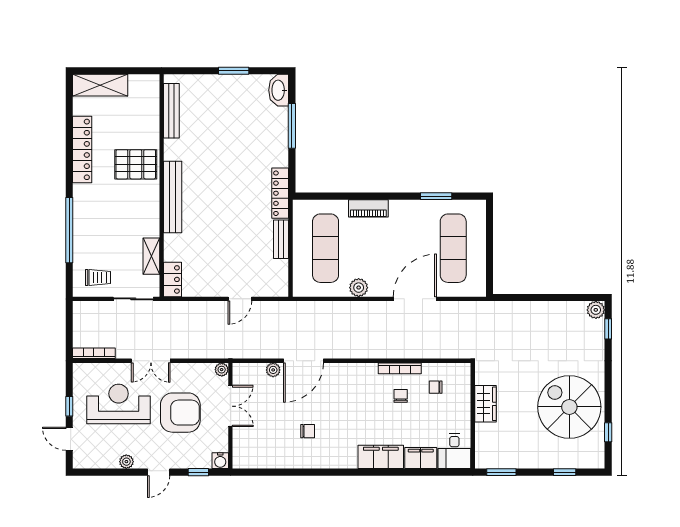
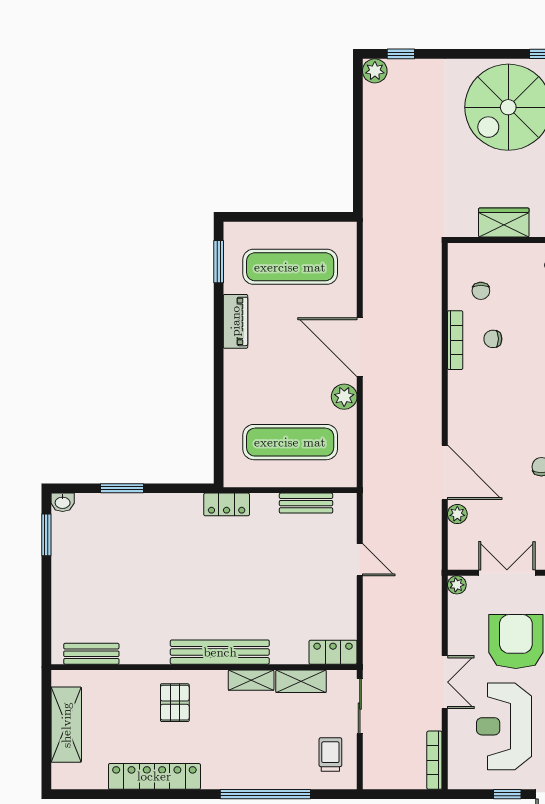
window: (234, 71) -> (46, 535), moved
shelving: (100, 85) -> (66, 725), moved
washbasin: (279, 90) -> (63, 502), width x0.52, depth x0.69
bench: (171, 111) -> (91, 654), width x0.73
window: (292, 126) -> (122, 488), width x0.69
pallet: (136, 164) -> (175, 703), width x0.67, depth x0.71
locker: (280, 193) -> (227, 504), width x0.66
window: (436, 196) -> (219, 262), moved
piano: (368, 208) -> (235, 321), moved
shelving: (152, 220) -> (251, 680), added
bench: (281, 239) -> (306, 503), moved
door: (415, 299) -> (360, 347), moved

